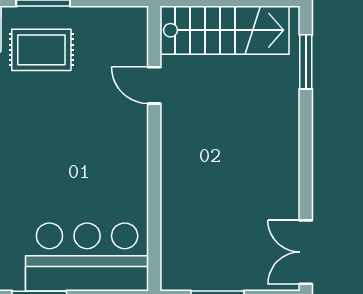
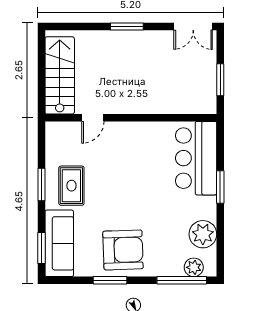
window: (306, 62) -> (127, 27), moved

